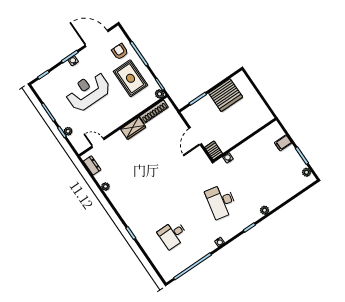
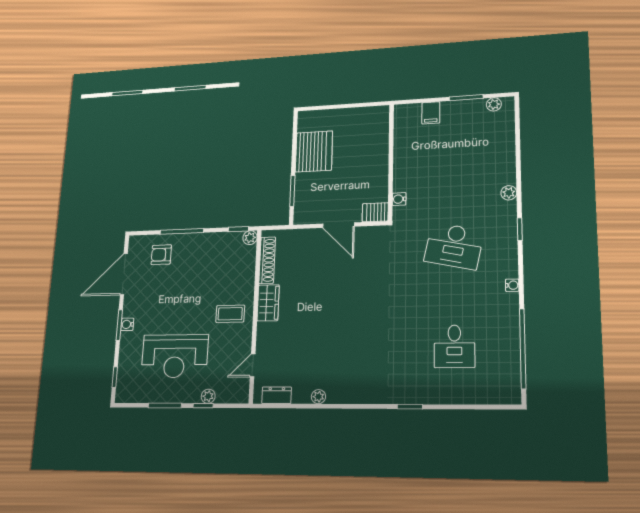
rug: (130, 78) -> (203, 263), removed
reception desk: (88, 91) -> (175, 356), moved, turned -90
coffee table: (115, 112) -> (230, 314), added

